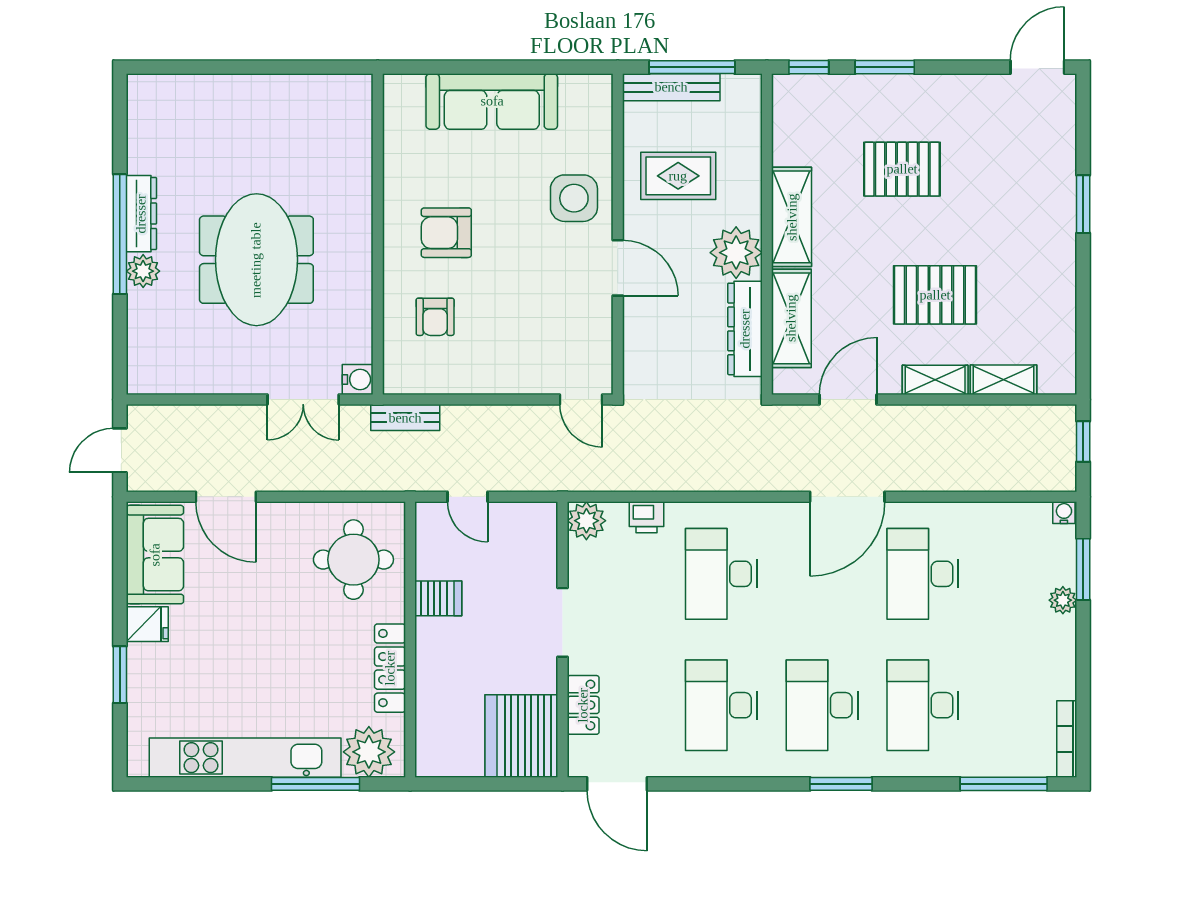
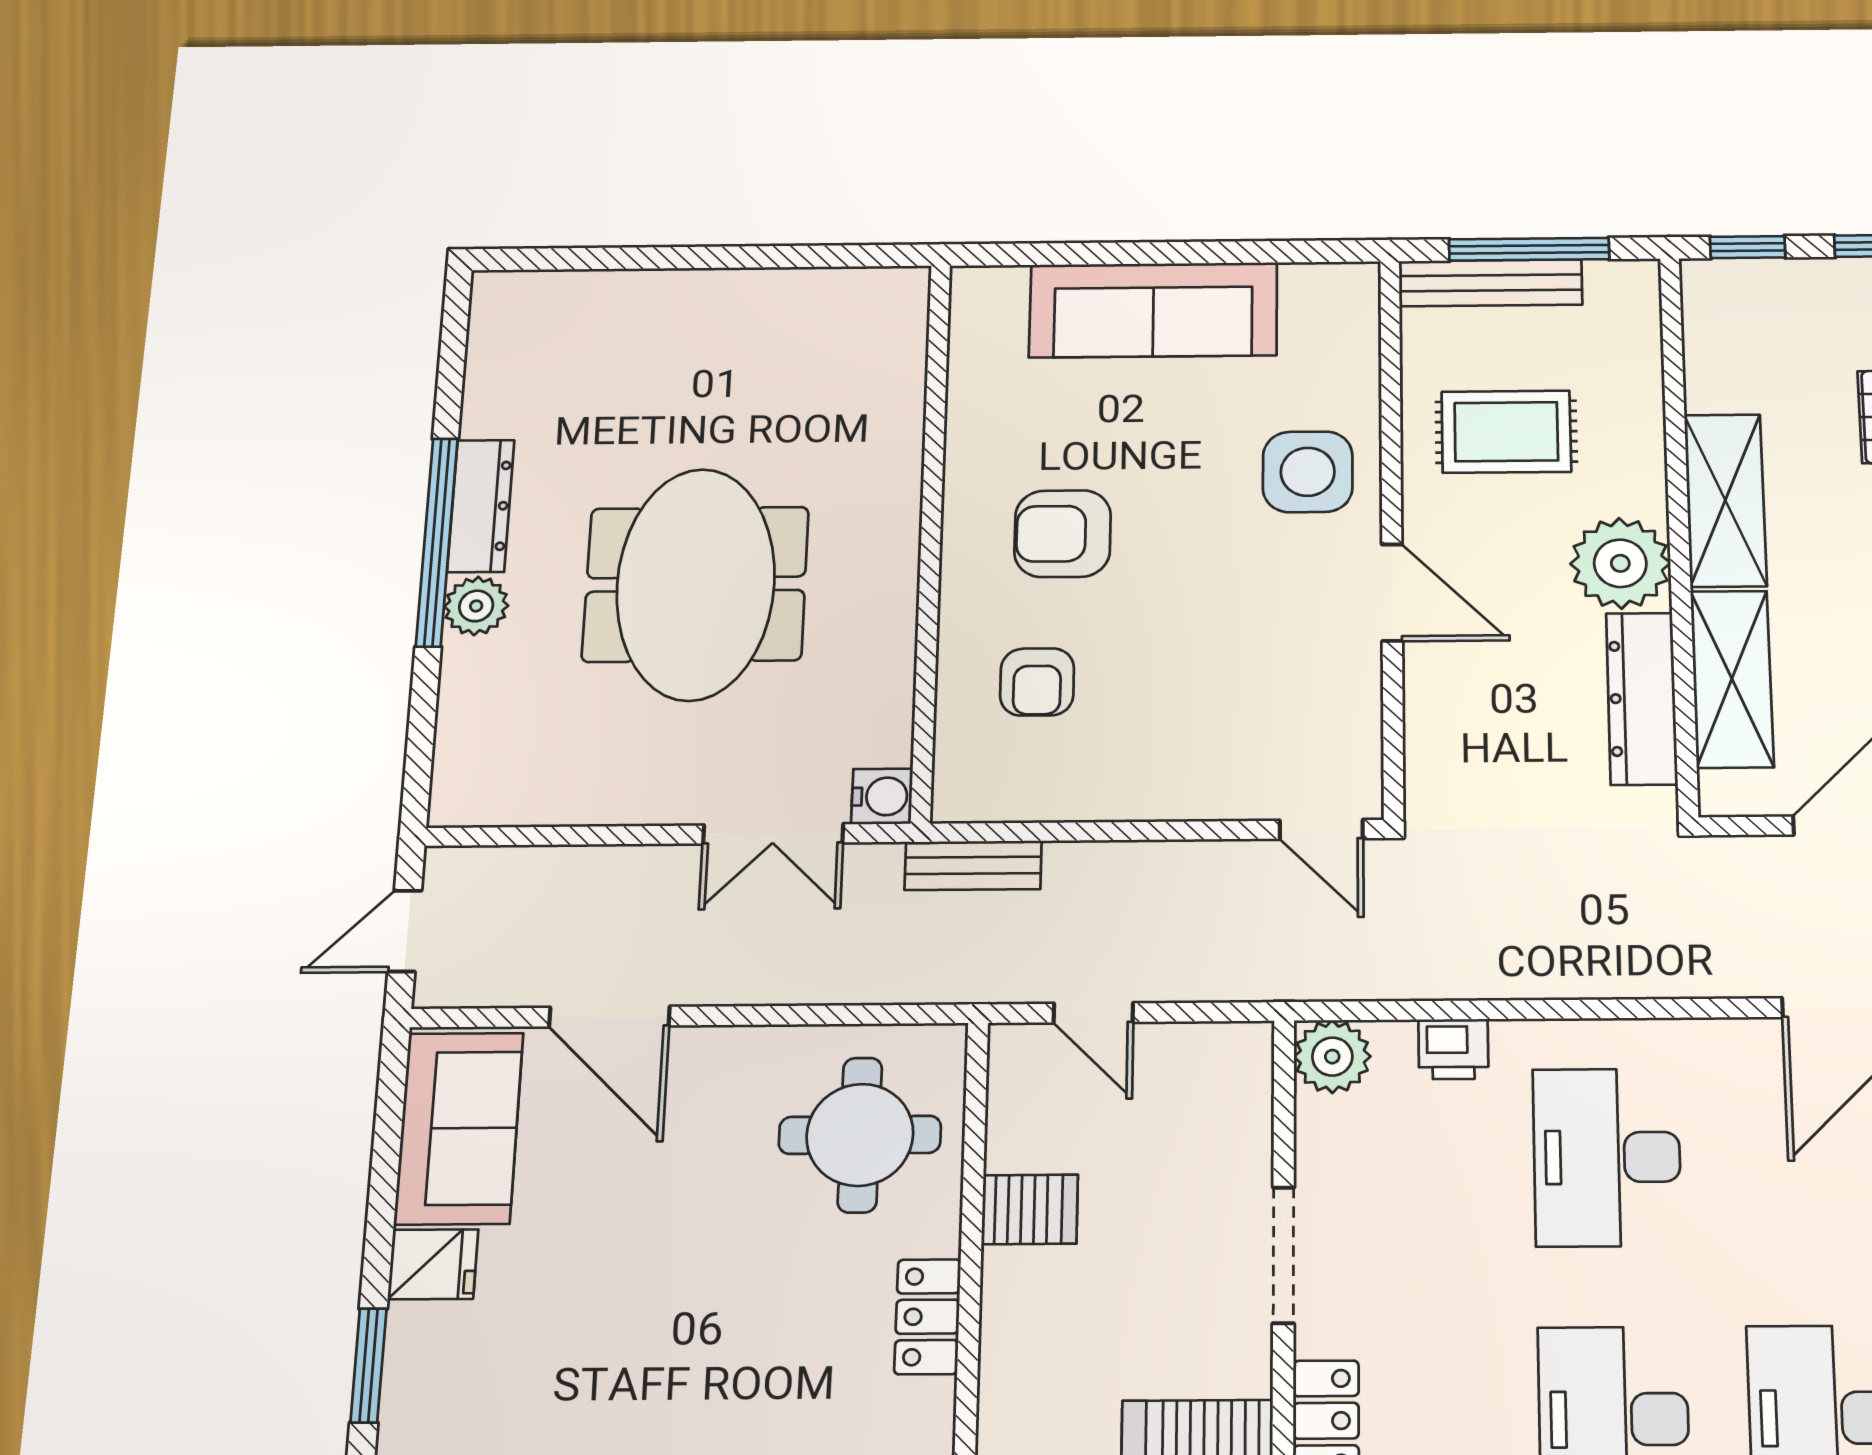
locker: (390, 668) -> (928, 1317), width x0.66

